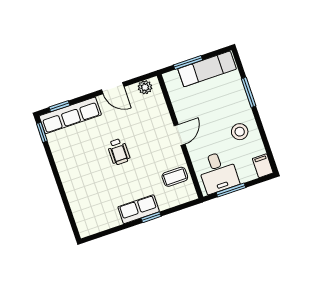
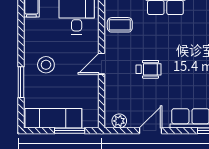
door: (113, 88) -> (151, 131), hinge flipped
stool: (240, 132) -> (46, 65), moved
wheelchair: (119, 152) -> (149, 69), moved, turned 90

